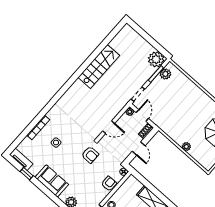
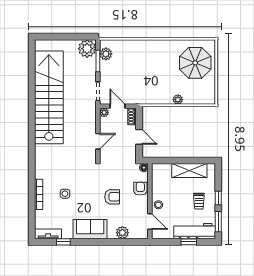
stairs: (99, 66) -> (49, 97), width x1.86, depth x1.51
armchair: (90, 155) -> (112, 197), moved

